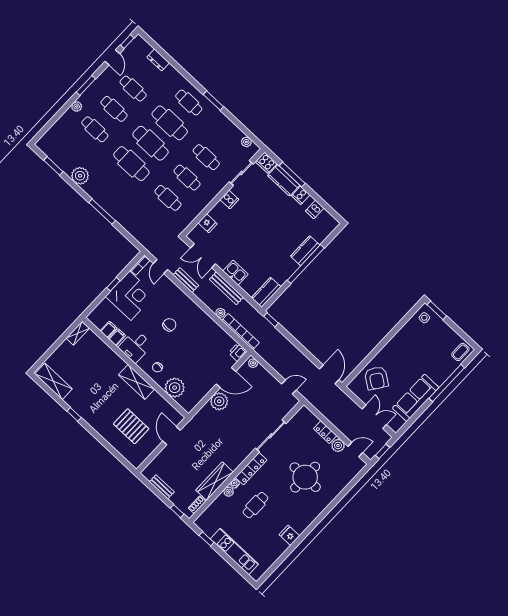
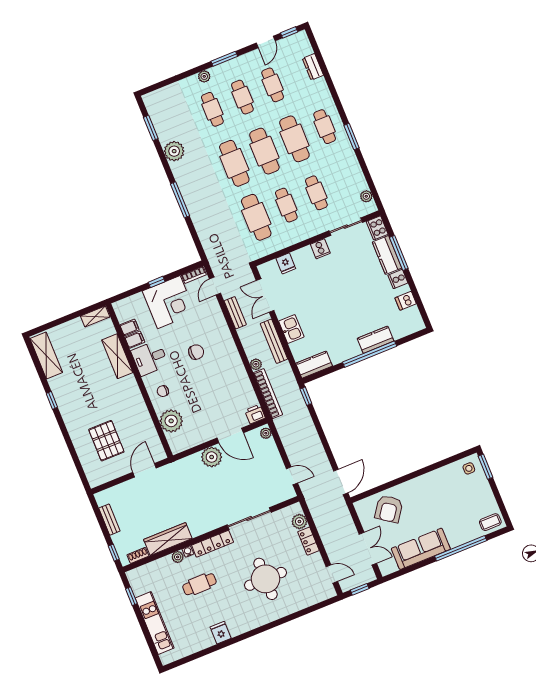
cafe table: (168, 198) -> (256, 217), width x1.37, depth x1.35
shelving: (137, 382) -> (117, 356), moved
plant: (338, 445) -> (299, 522), moved

